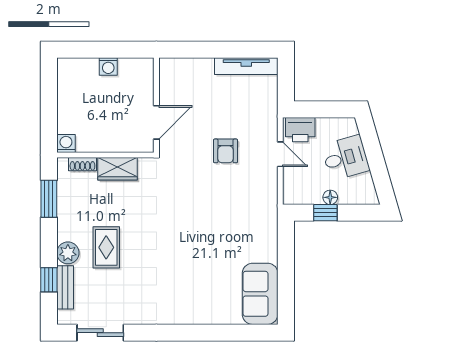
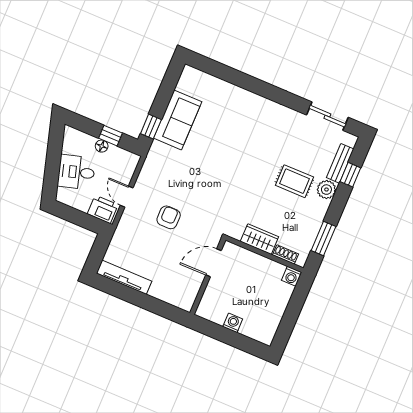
window: (286, 241) -> (151, 127), added
rug: (106, 247) -> (294, 181), turned 90
sofa: (260, 294) -> (178, 120), moved

